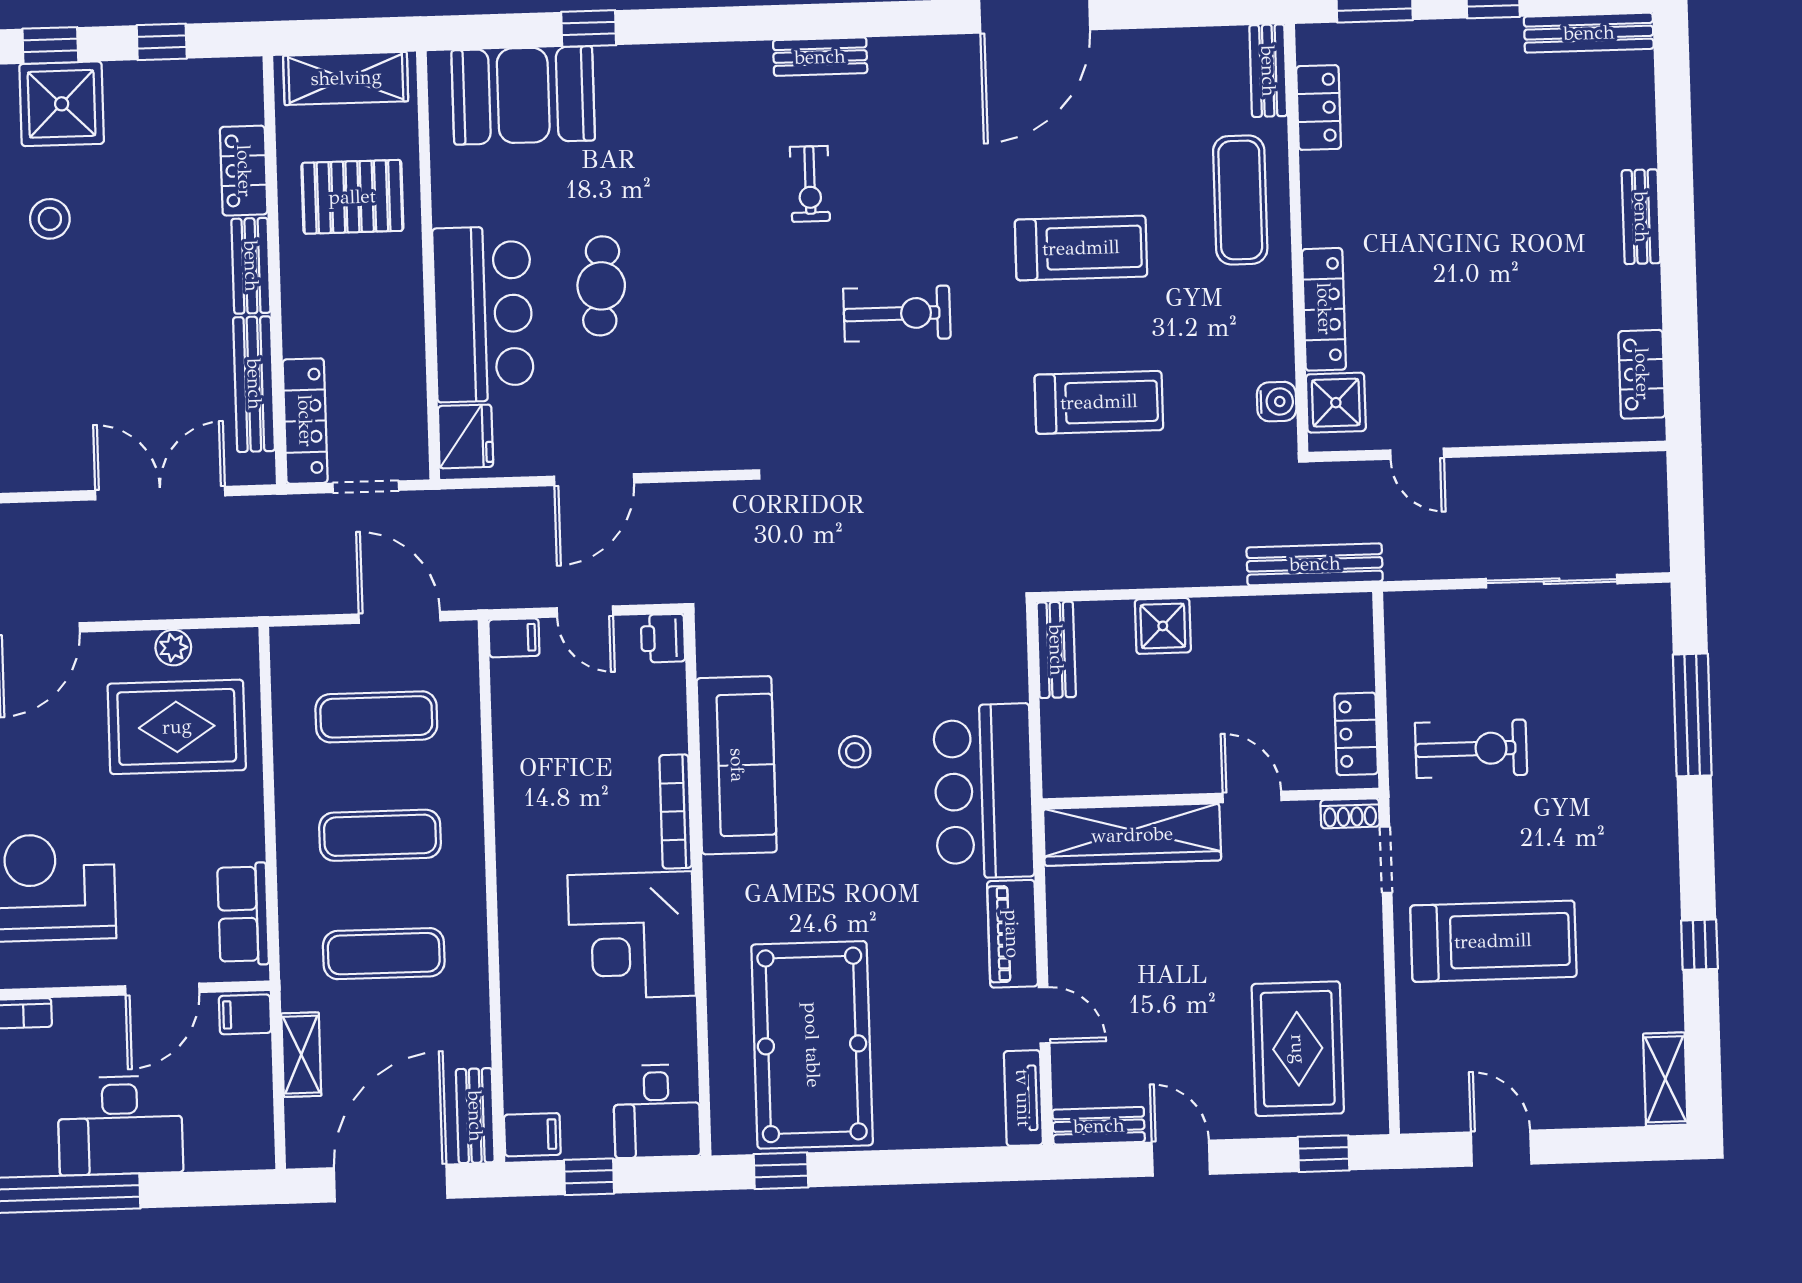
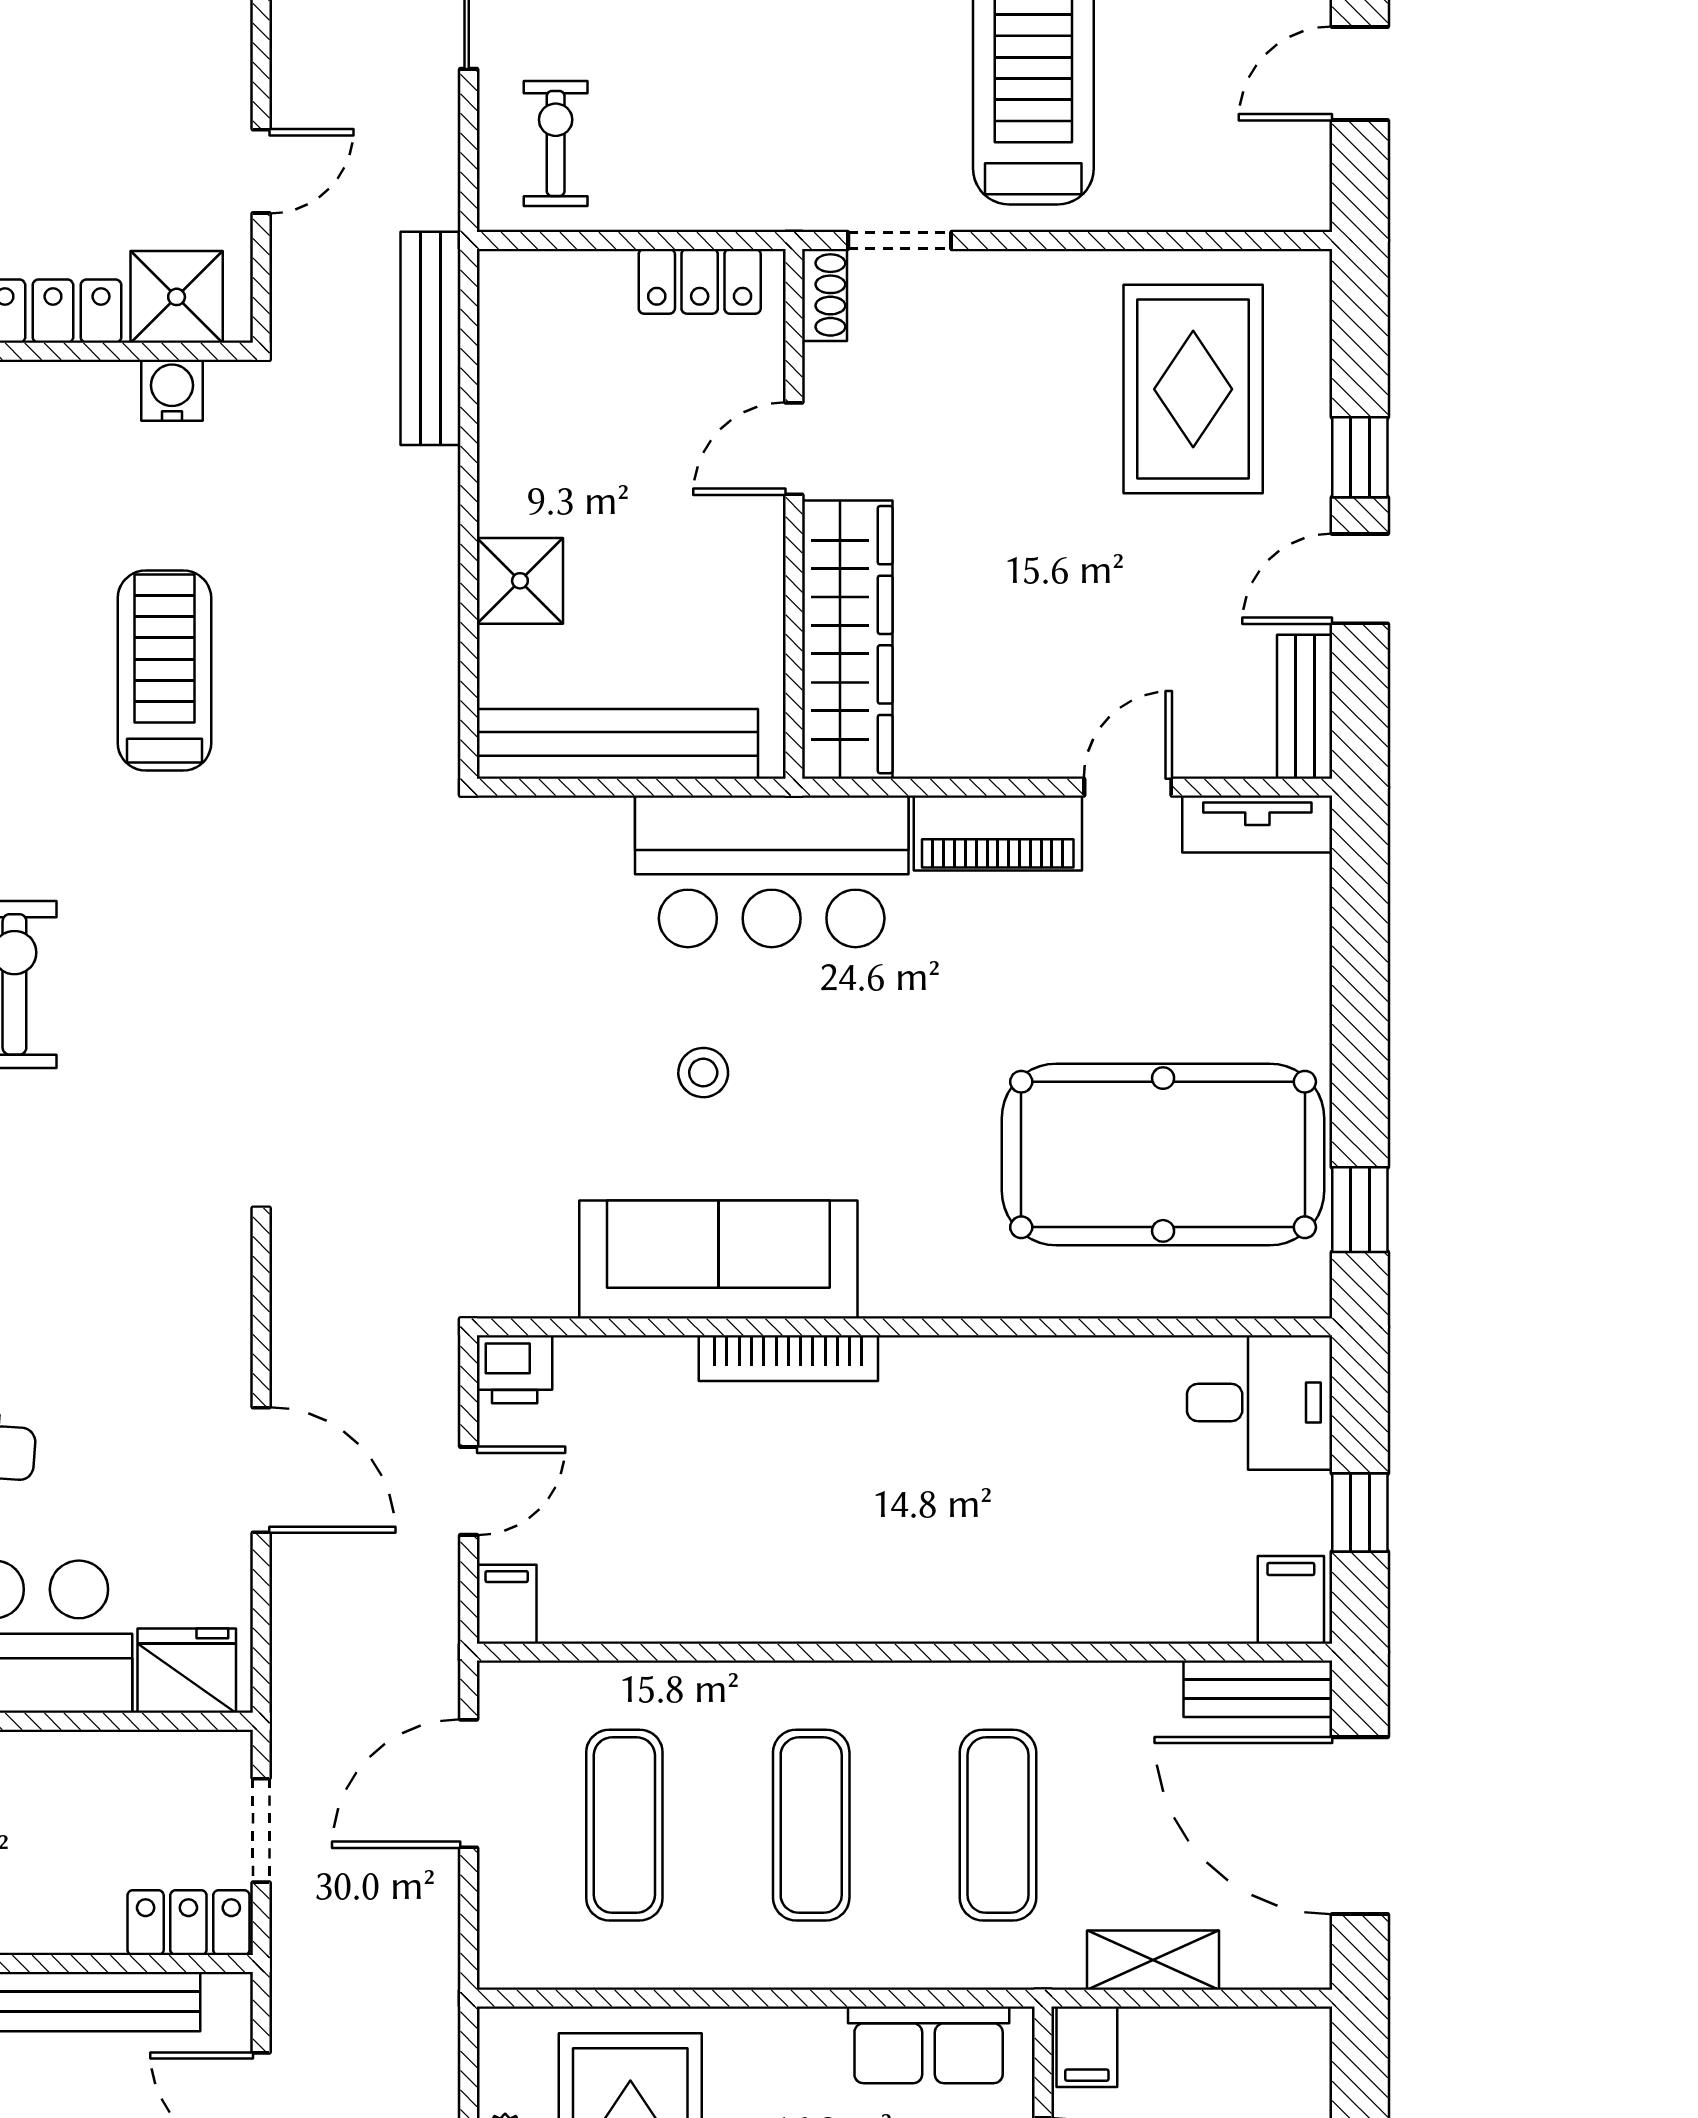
locker: (305, 421) -> (188, 1923), width x0.66
bench: (1056, 650) -> (617, 744), width x1.86, depth x1.21
exercise bike: (1471, 749) -> (556, 144), moved, width x0.73, depth x0.72
corner desk: (632, 935) -> (982, 1433), removed
rug: (1298, 1049) -> (1193, 389), turned 90
window: (1324, 1154) -> (1360, 457), moved

